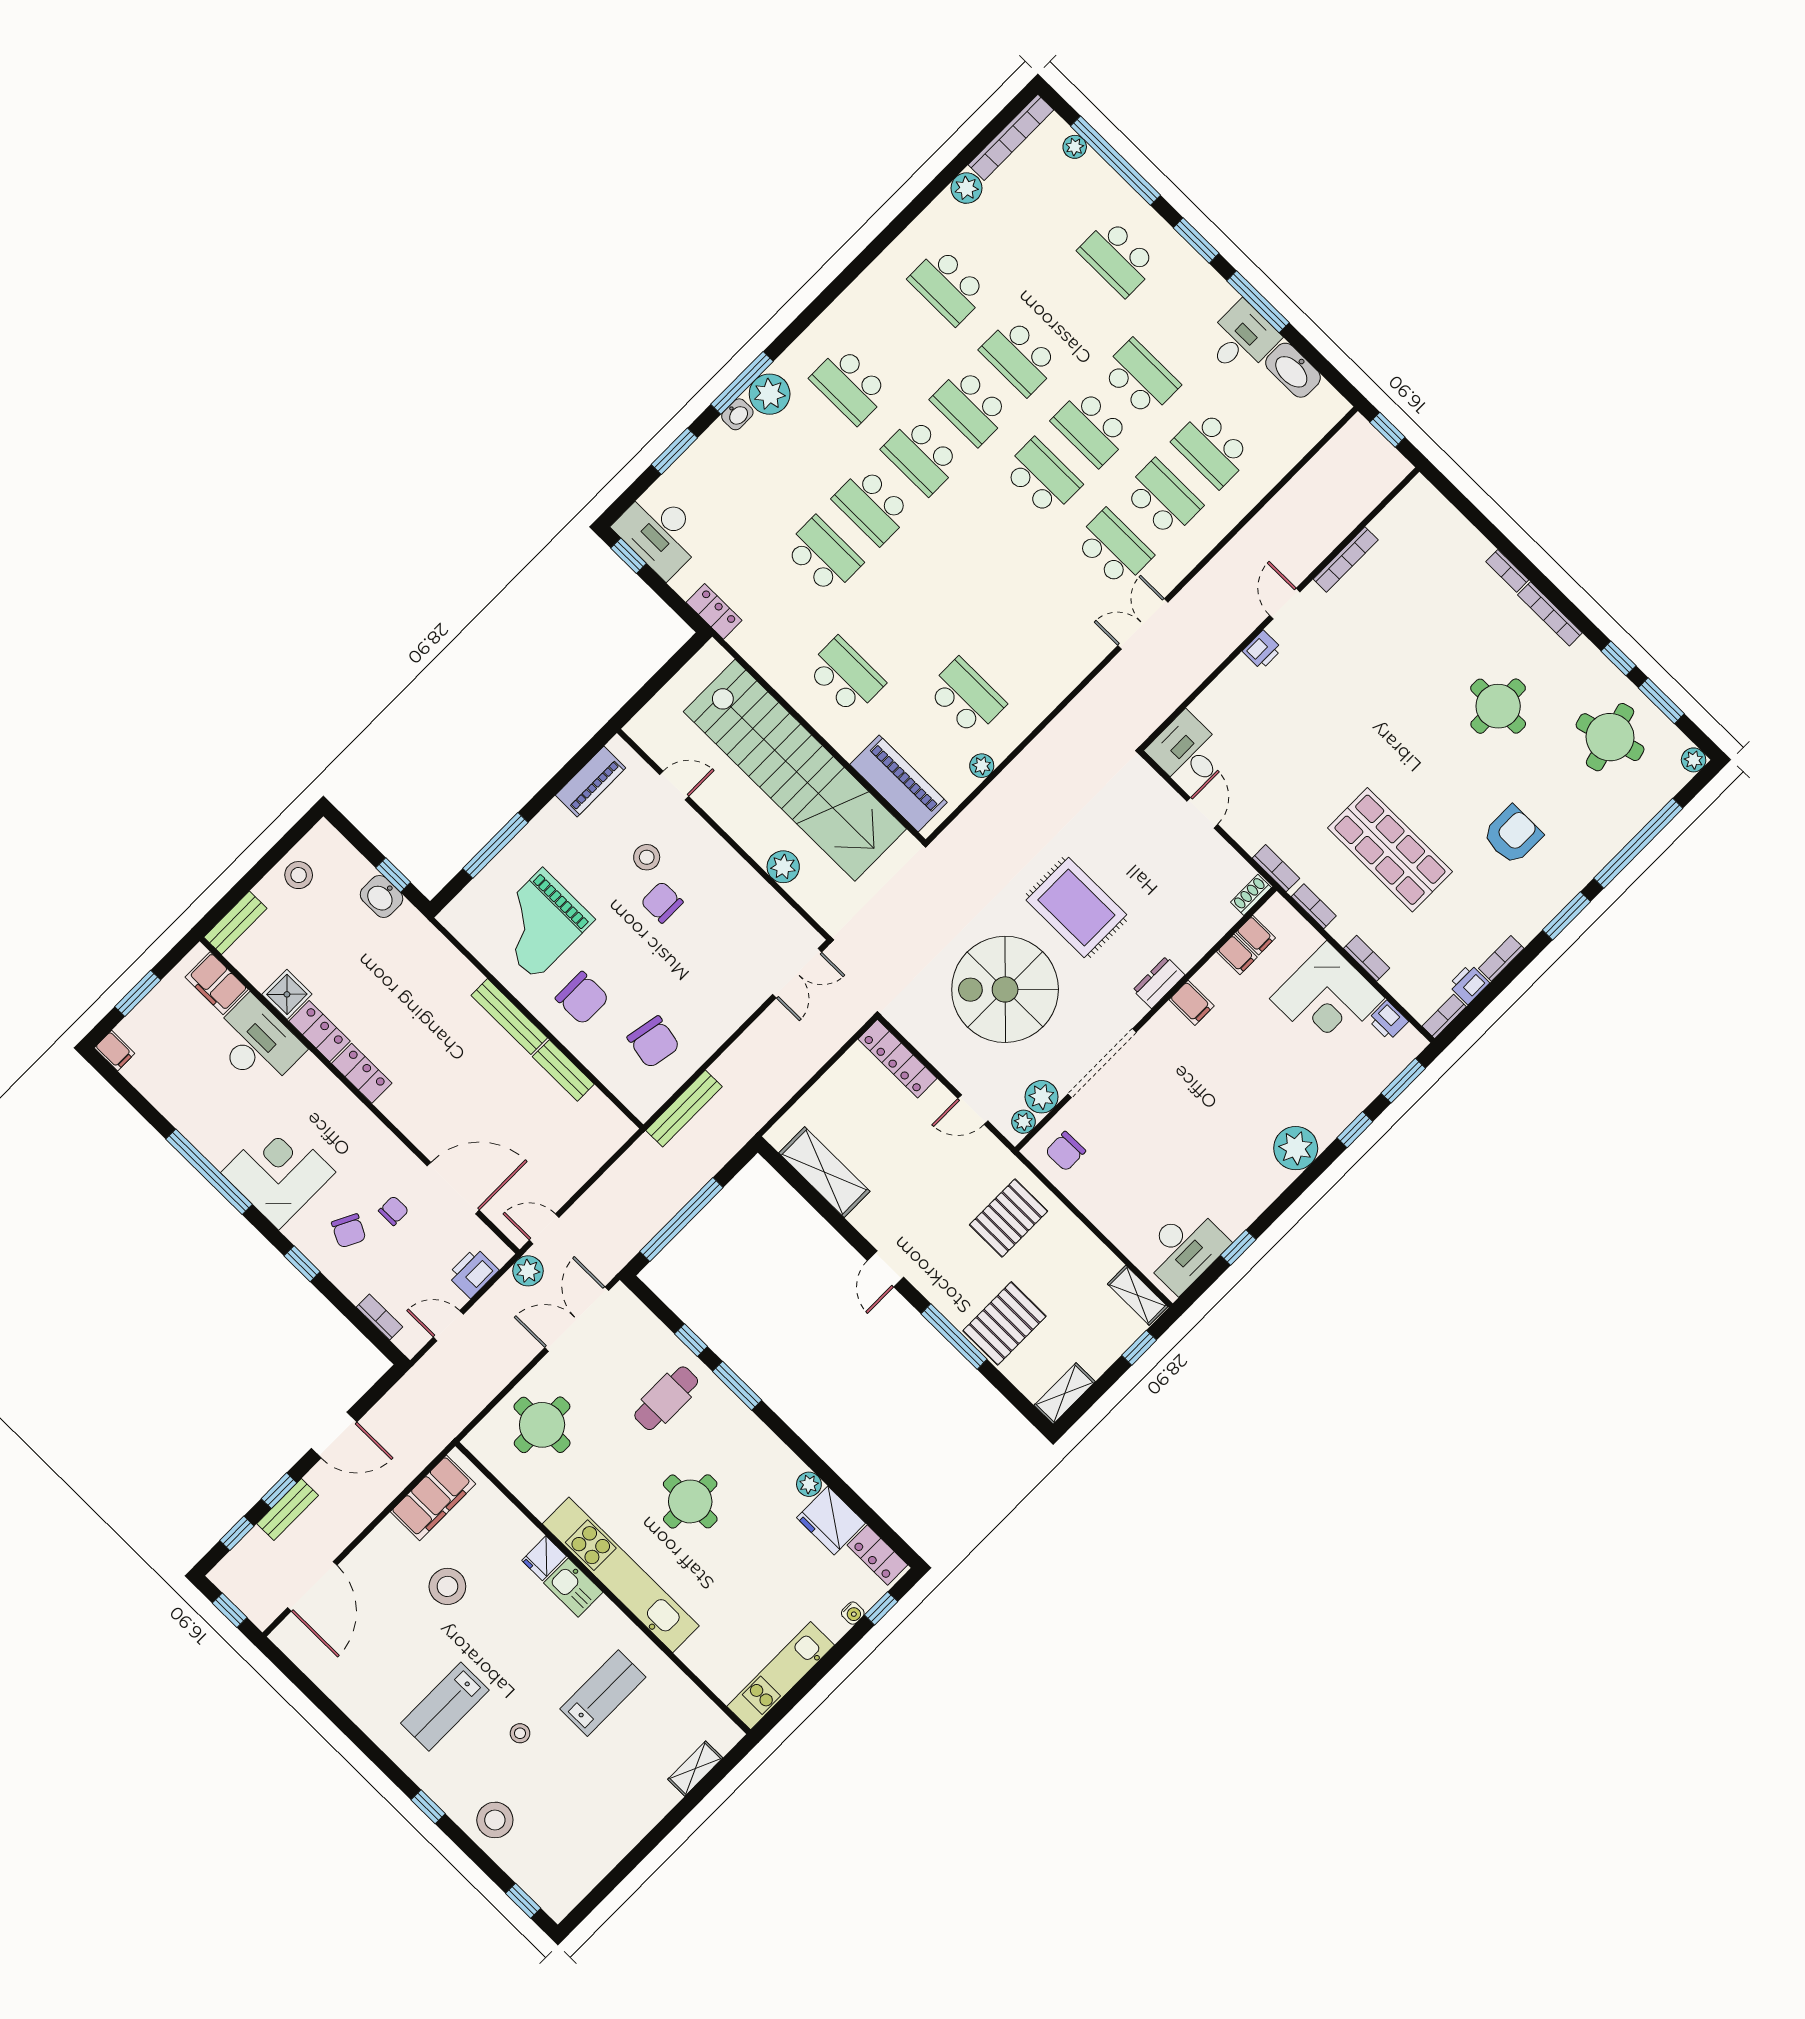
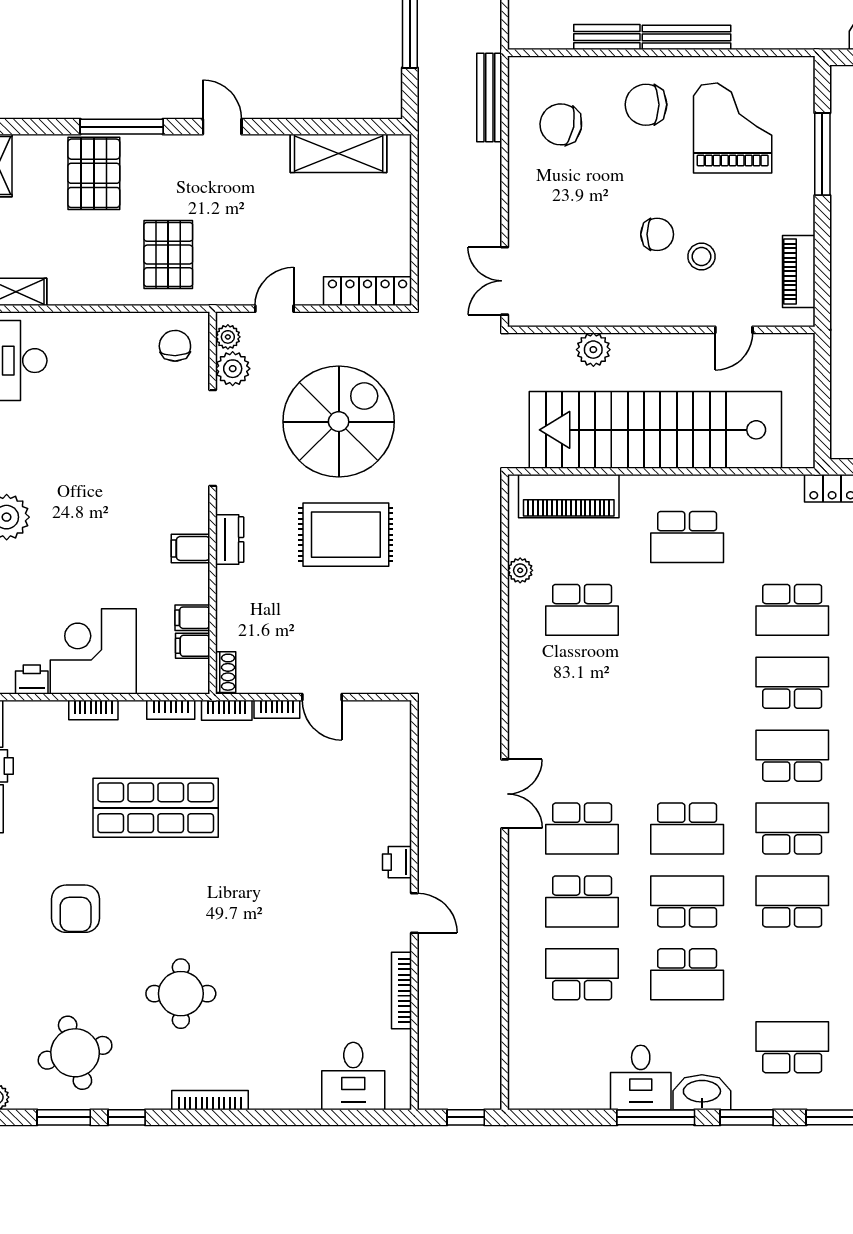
washbasin: (1293, 370) -> (702, 1092), moved
bookcase: (1507, 571) -> (277, 709), moved, turned 180
desk: (1188, 752) -> (353, 1076), moved, turned 90

